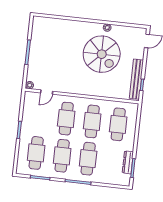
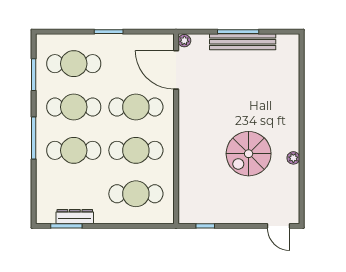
spiral stairs: (102, 54) -> (249, 154), width x0.73, depth x0.73
bench: (136, 79) -> (243, 42), moved
door: (47, 92) -> (176, 70), width x1.88

